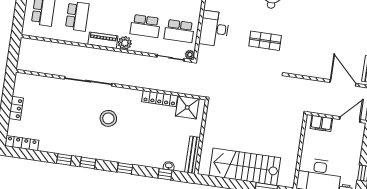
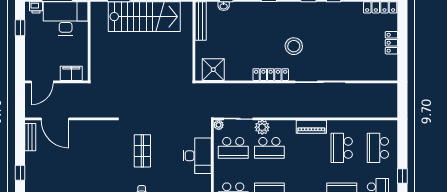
school desk: (145, 26) -> (269, 148), turned 180
school desk: (179, 31) -> (233, 148), turned 180
shop shelf: (265, 41) -> (142, 151), turned 90
plant: (125, 43) -> (262, 127), moved
locker: (160, 99) -> (271, 75), moved

